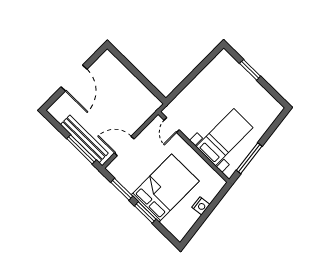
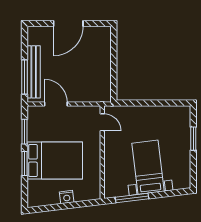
door: (172, 125) -> (102, 122), swing flipped
bed with nightstands: (225, 137) -> (148, 167), moved, turned -97

